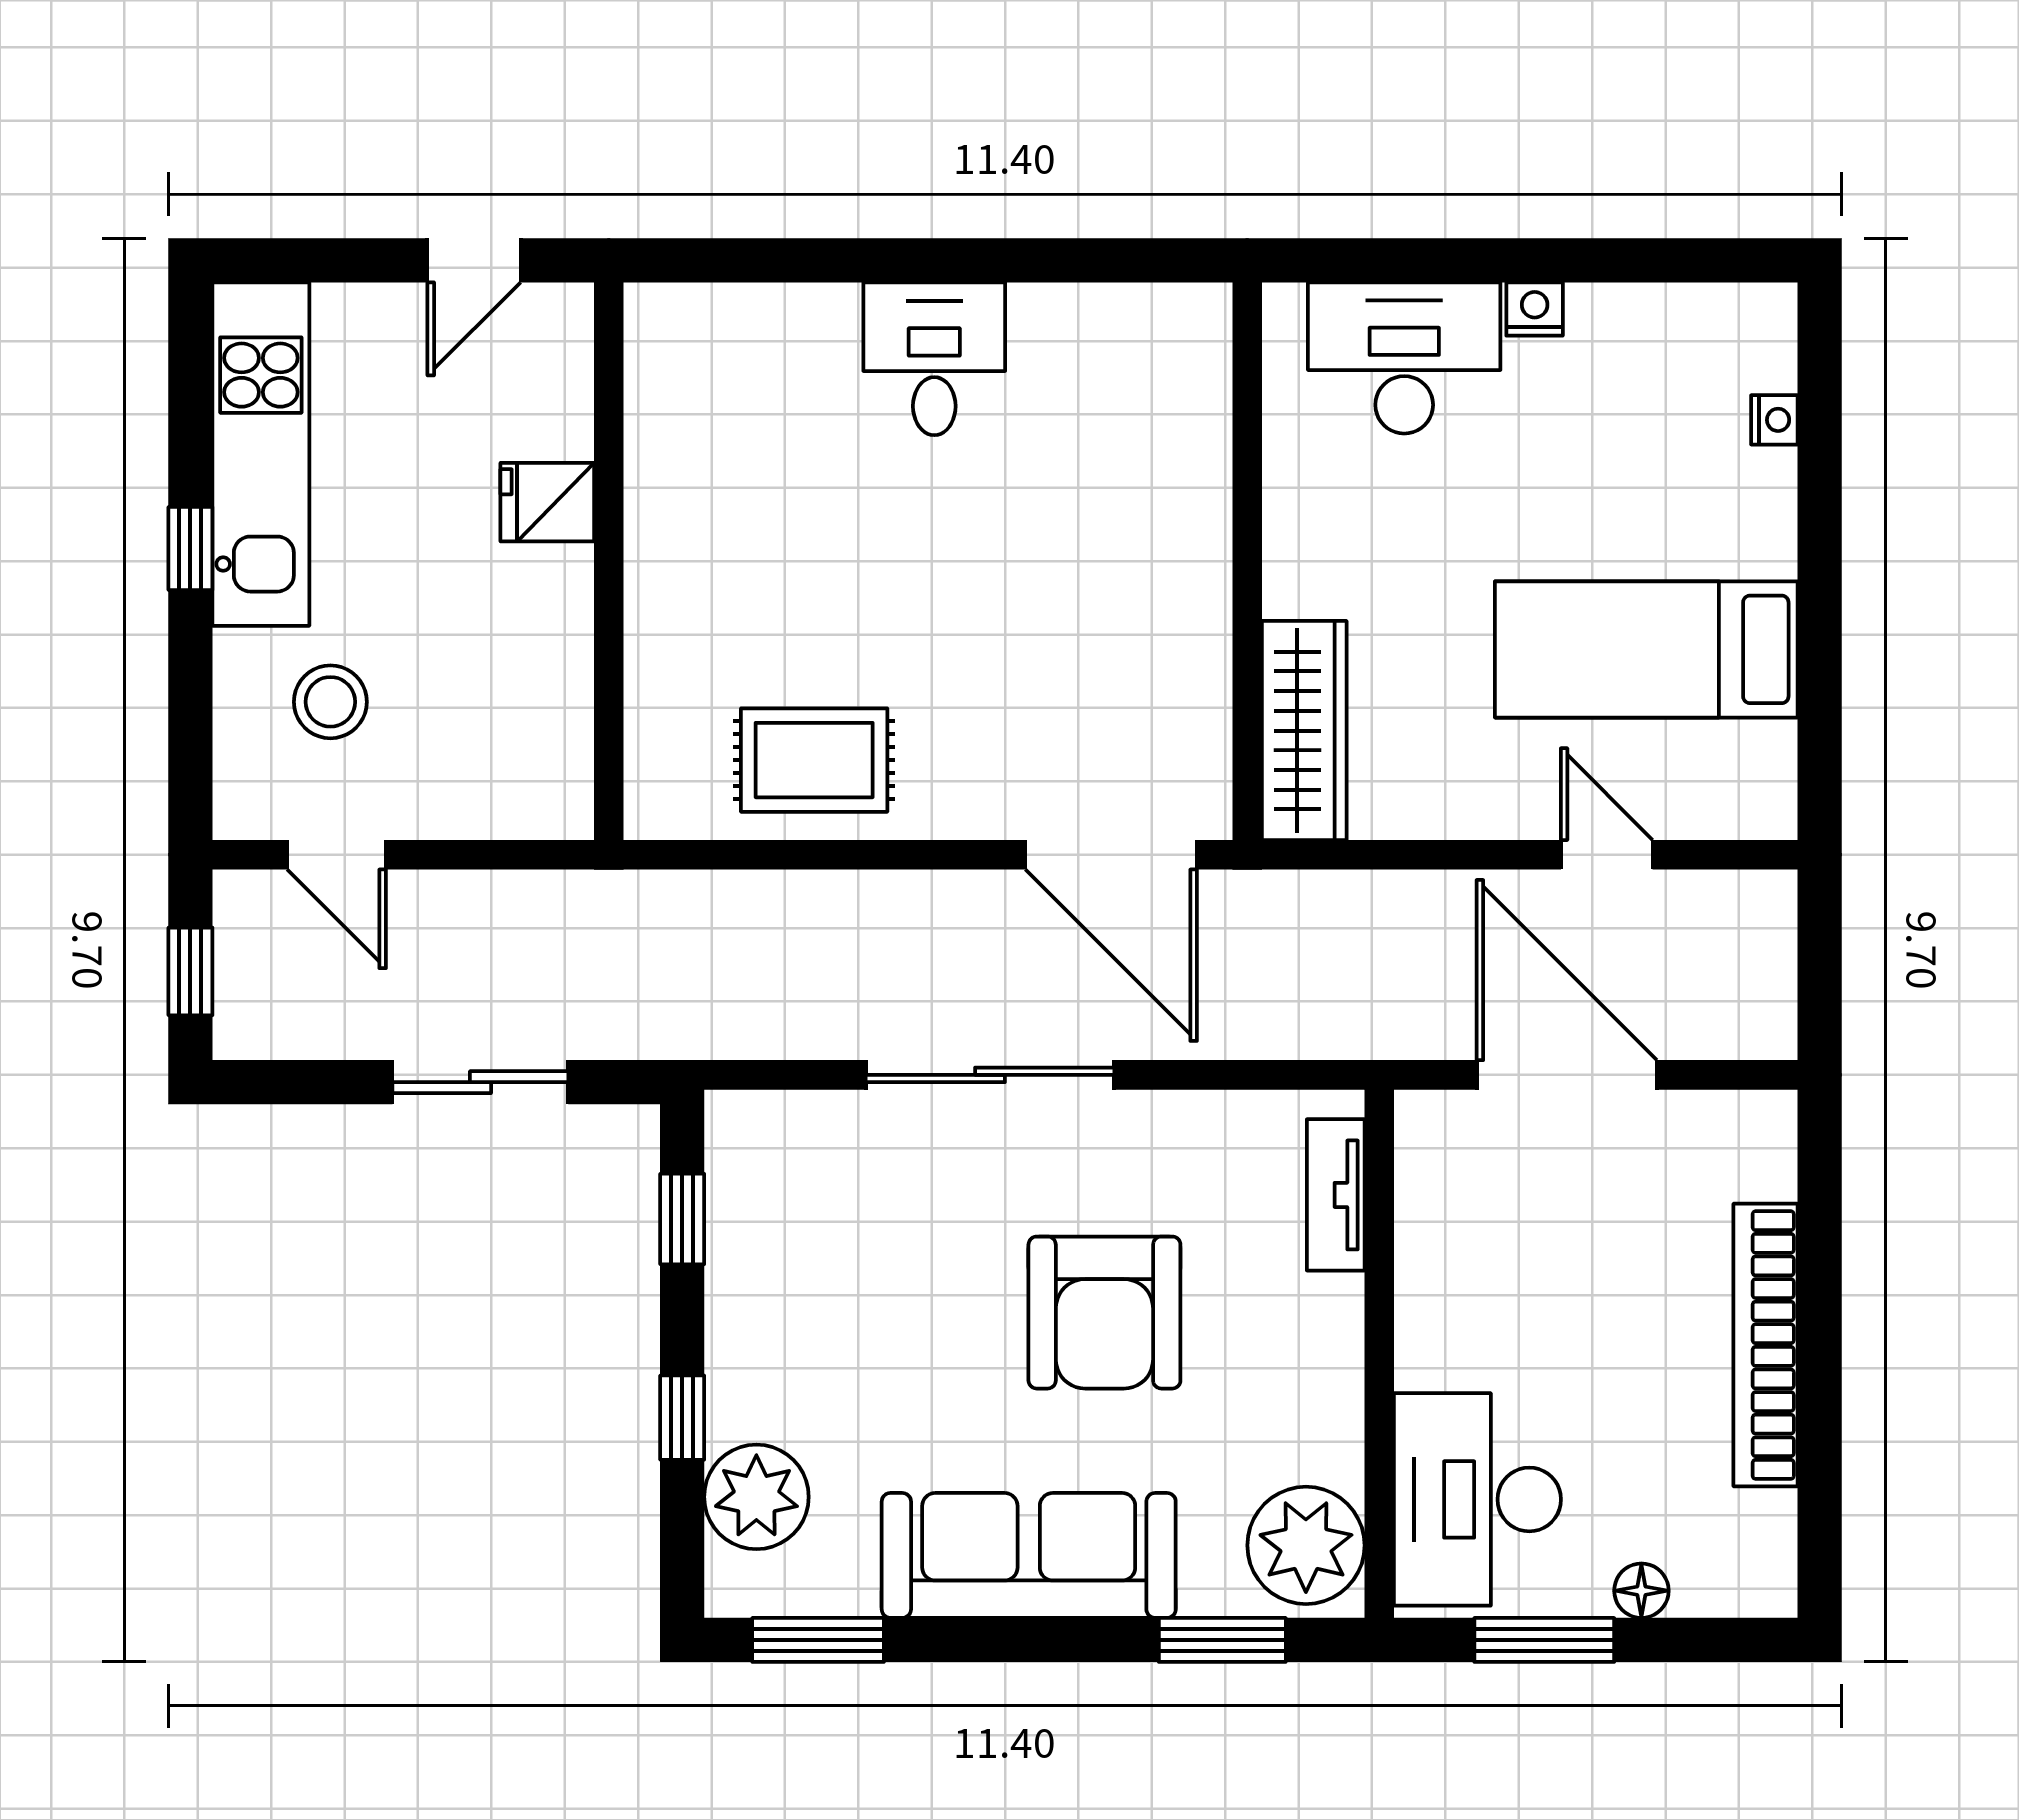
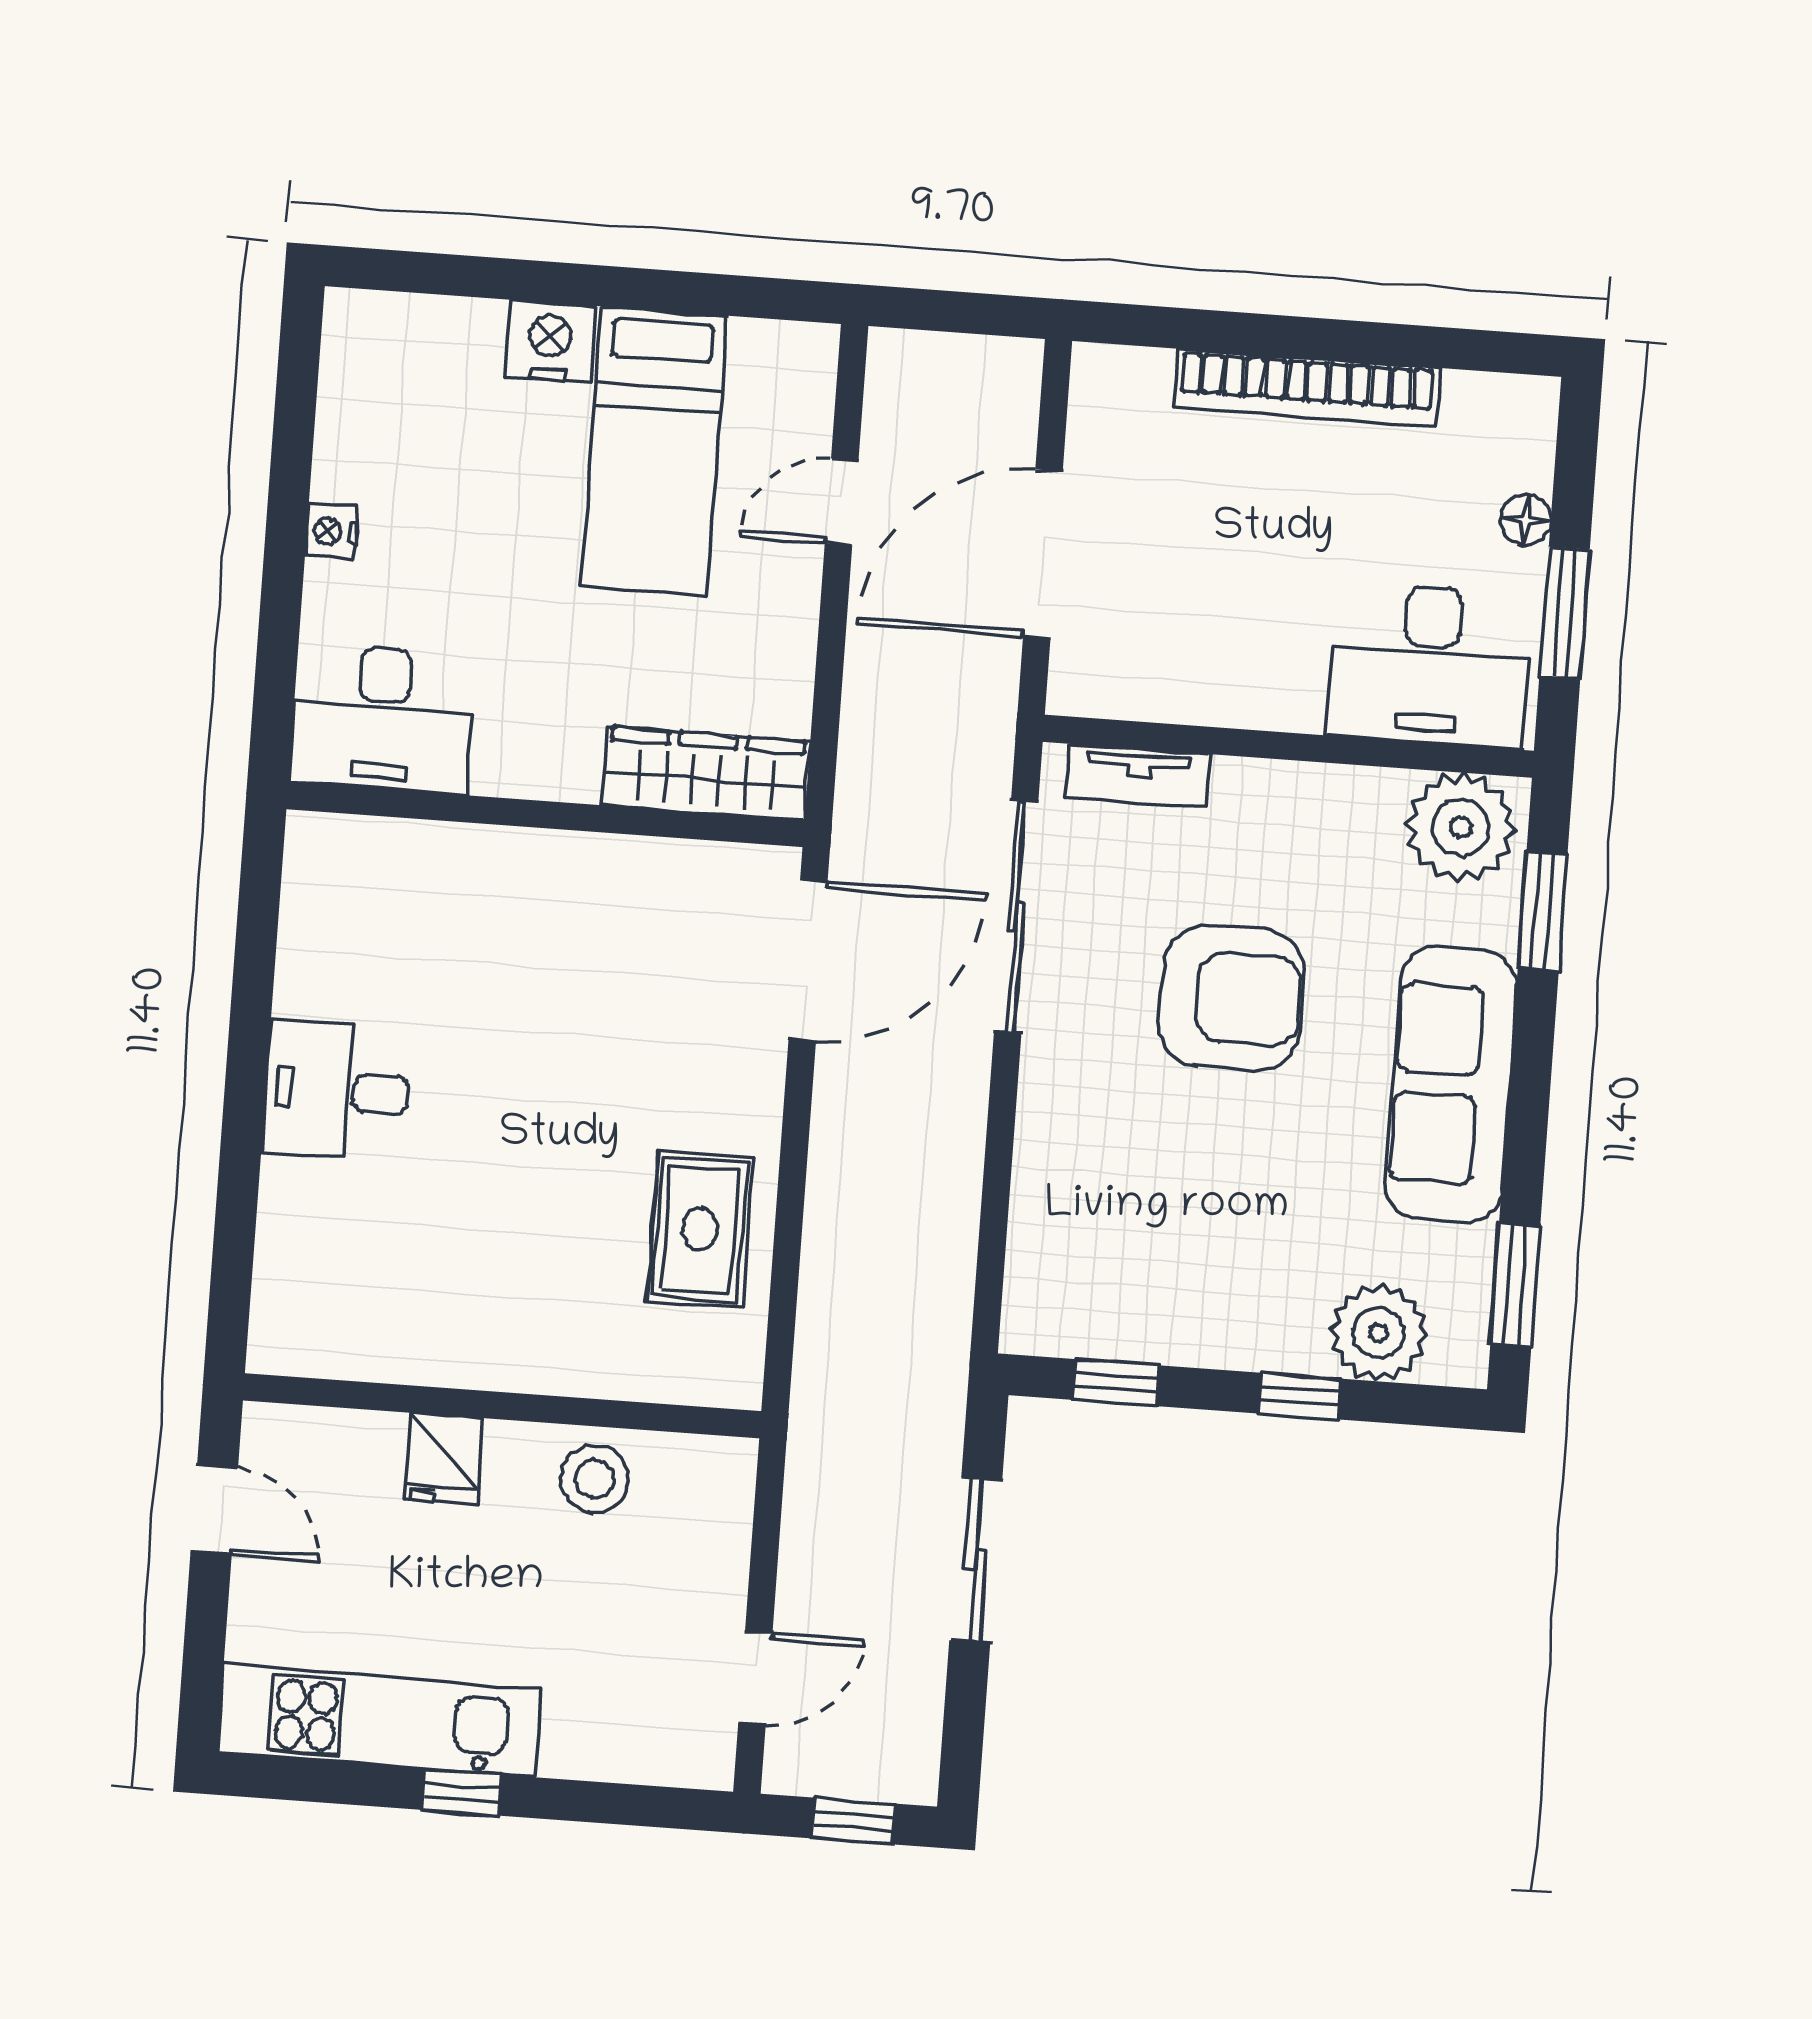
desk: (1404, 358) -> (383, 719), moved, turned -90
nightstand: (1774, 420) -> (550, 342), moved, width x1.89, depth x1.79
stool: (330, 702) -> (595, 1479), moved
sliding door: (990, 1075) -> (1016, 917), moved

